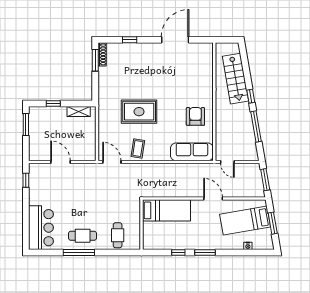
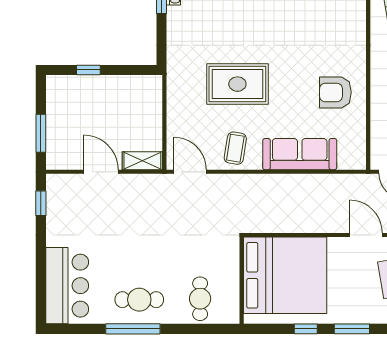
shelving: (79, 112) -> (142, 161), moved
armchair: (195, 116) -> (335, 92), turned -90
window: (26, 124) -> (41, 133), moved
sofa: (192, 152) -> (300, 154), moved
bed: (167, 210) -> (285, 275), width x2.04

